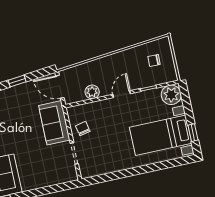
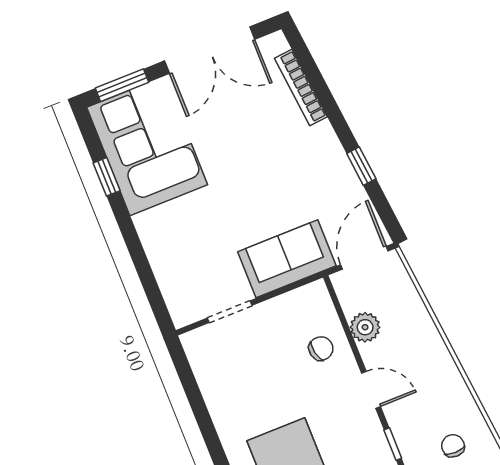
chair: (83, 129) -> (321, 349), moved

